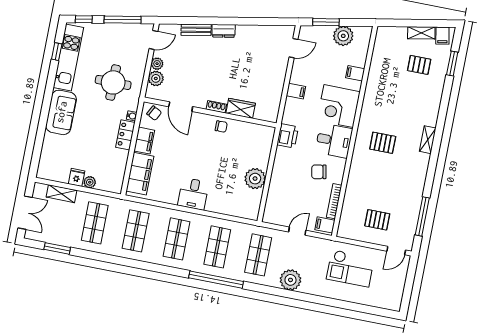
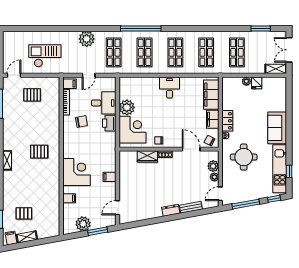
printer: (288, 136) -> (109, 123), moved
desk: (334, 141) -> (104, 103), moved, turned 180
corner desk: (253, 148) -> (132, 130), added
shelving: (62, 194) -> (276, 69), moved

